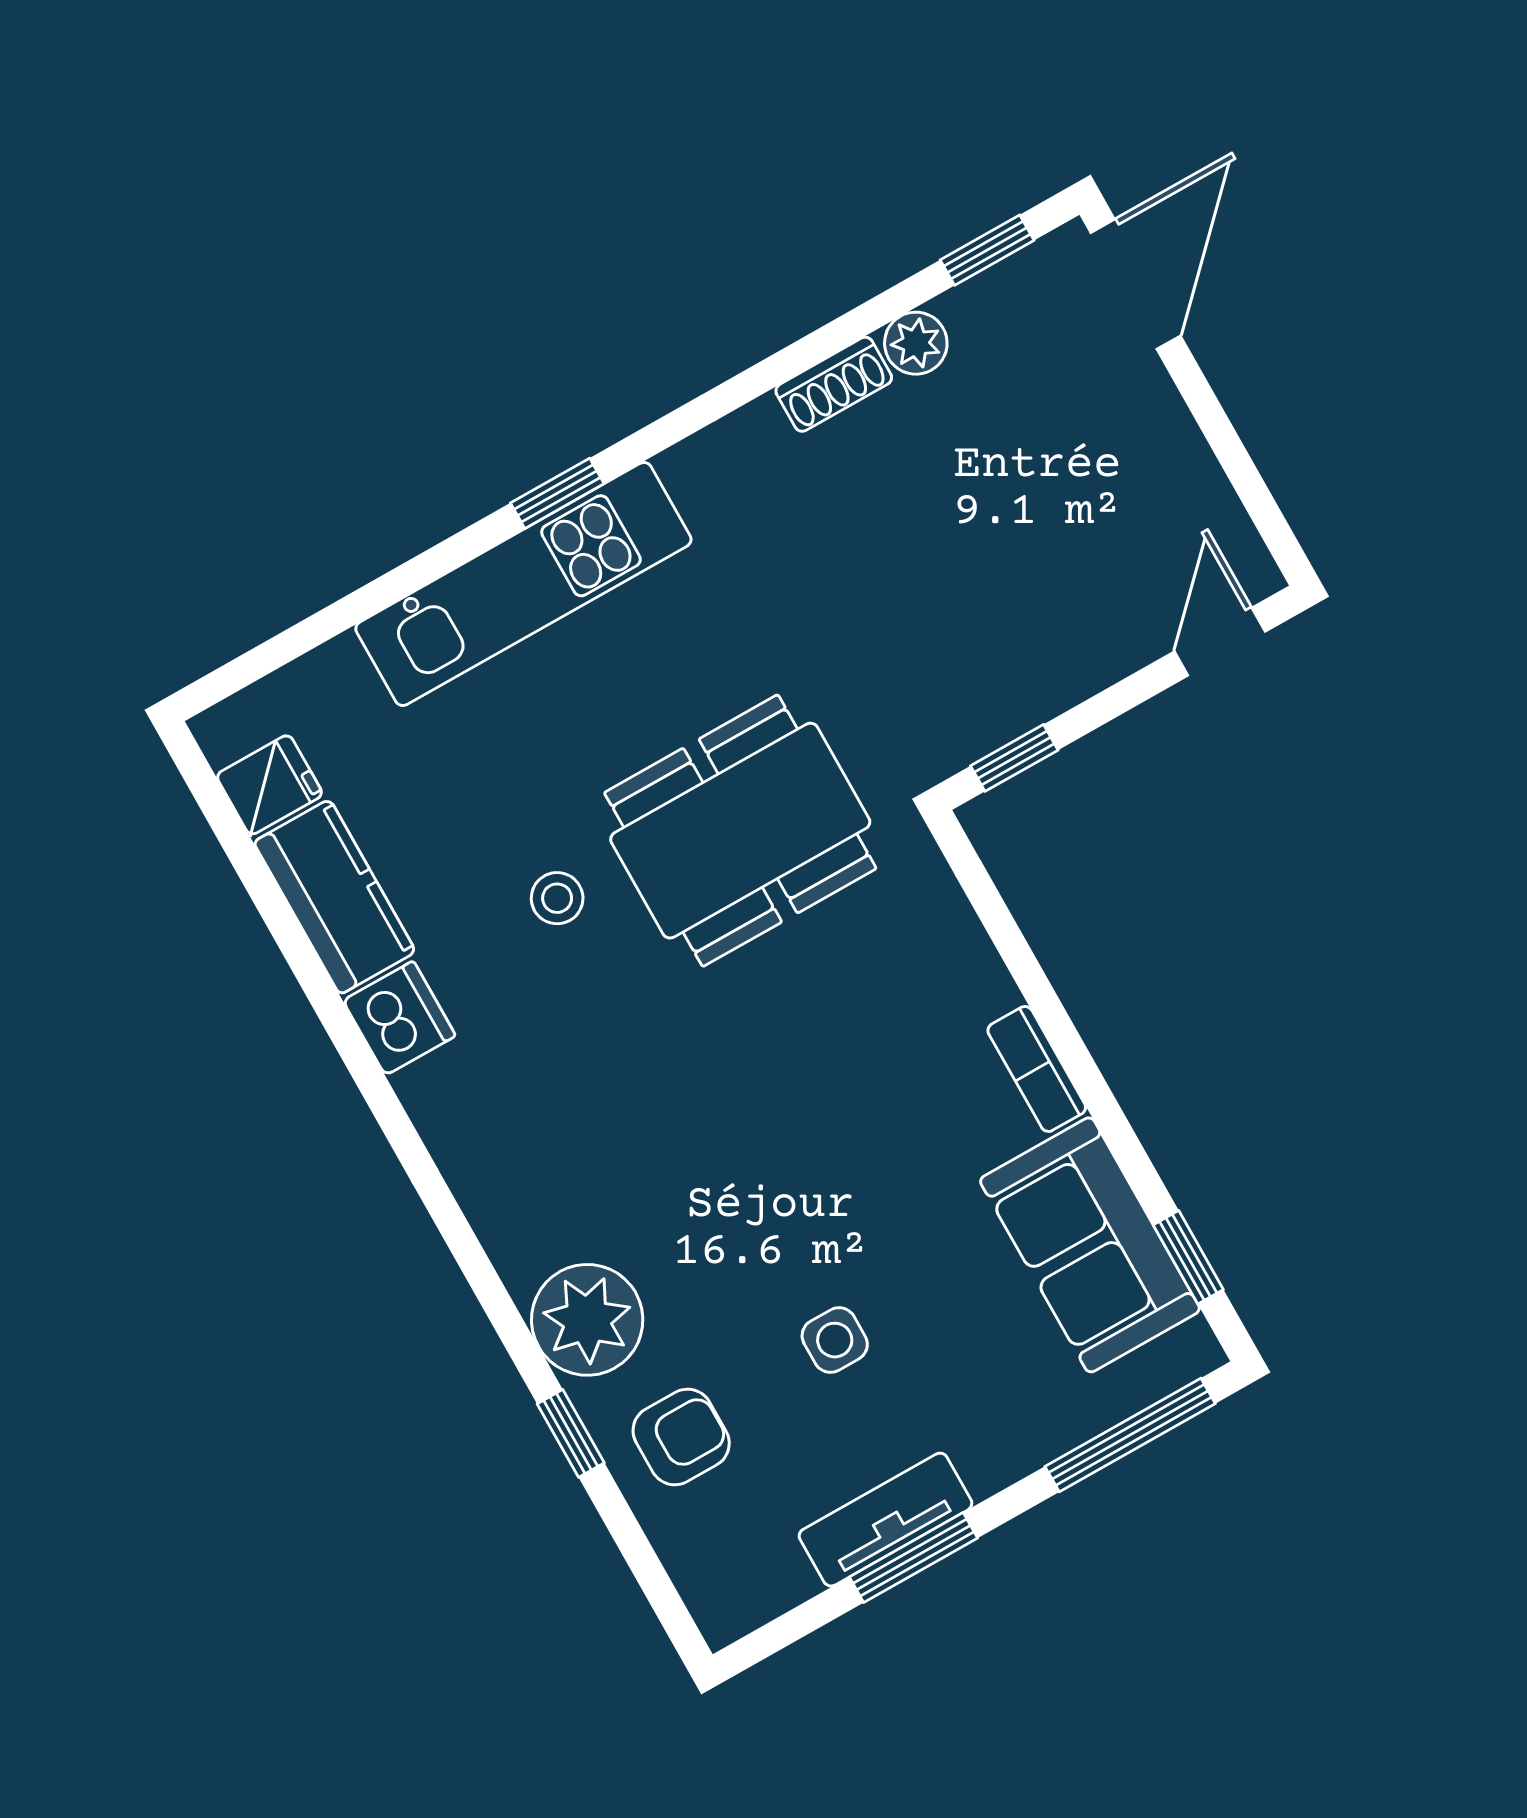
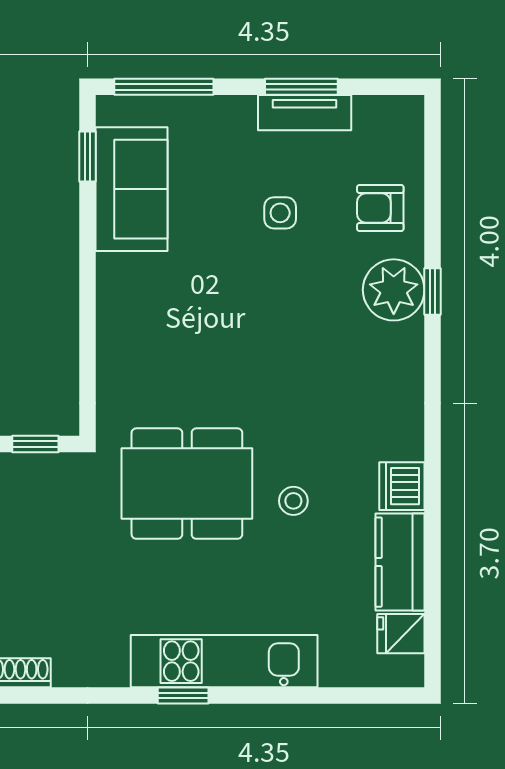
bookcase: (1037, 1069) -> (109, 288), removed
window: (571, 1433) -> (432, 292), moved

